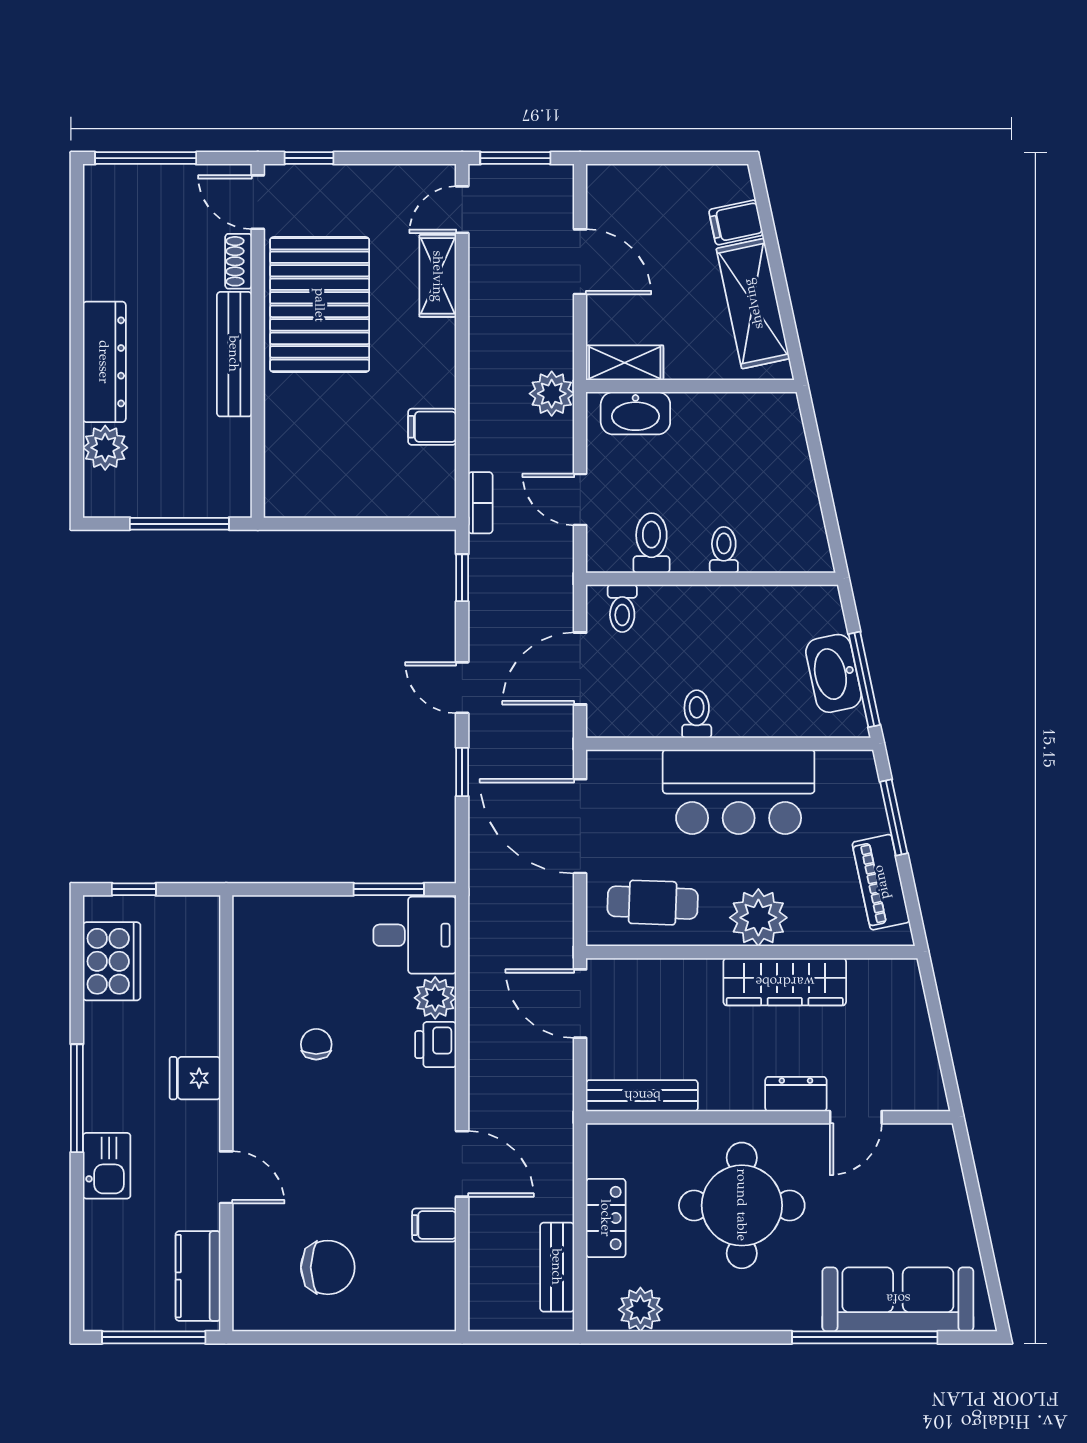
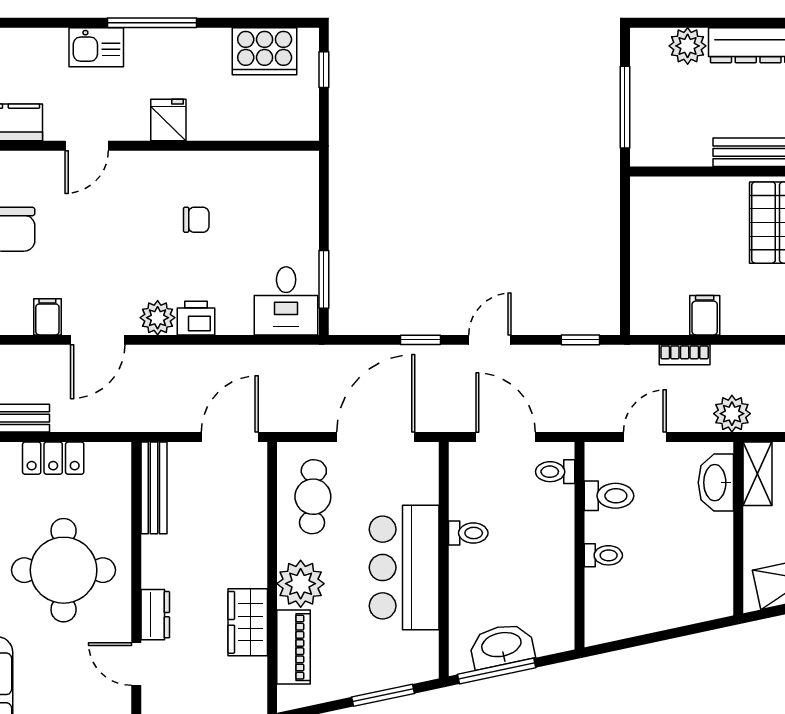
bookcase: (480, 503) -> (685, 355), moved
piano: (881, 882) -> (294, 647), moved, turned 102
wardrobe: (785, 982) -> (248, 622), width x0.67
plant: (435, 998) -> (158, 318), moved

